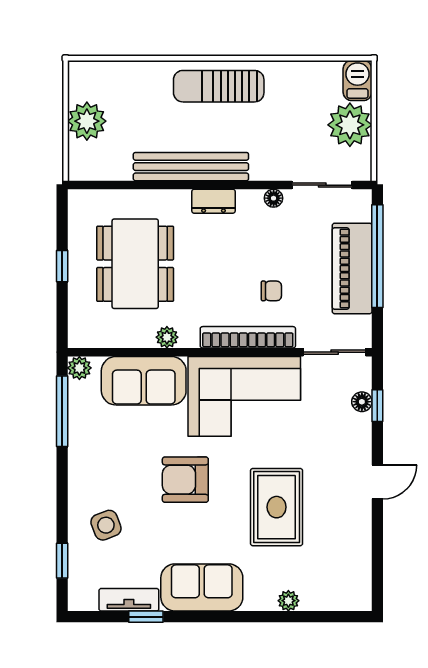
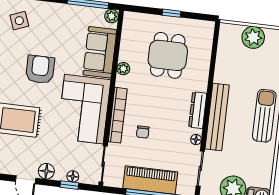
bench: (191, 167) -> (217, 117), moved
dresser: (213, 201) -> (198, 110), width x1.44
dining table: (135, 264) -> (168, 55), width x0.73
floor lamp: (358, 448) -> (46, 171), added

